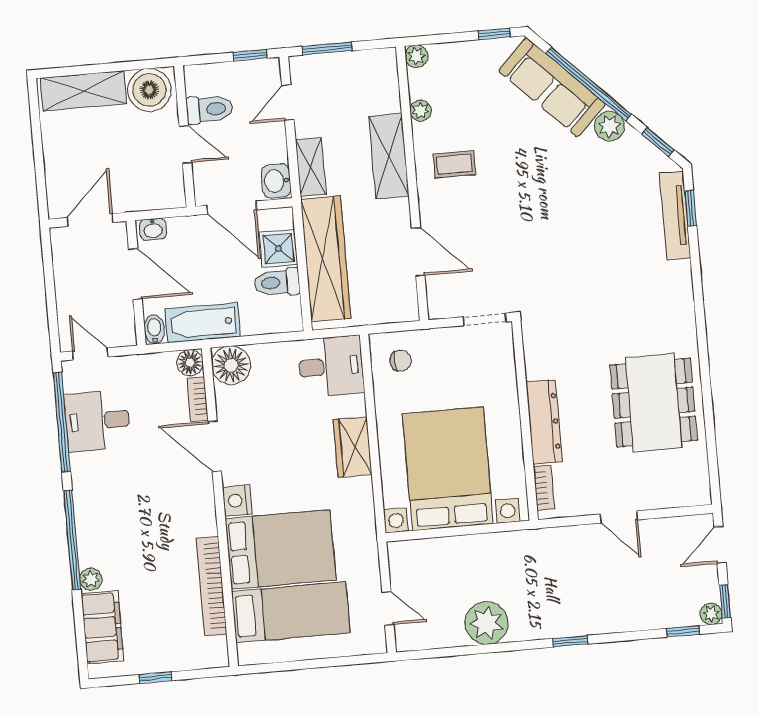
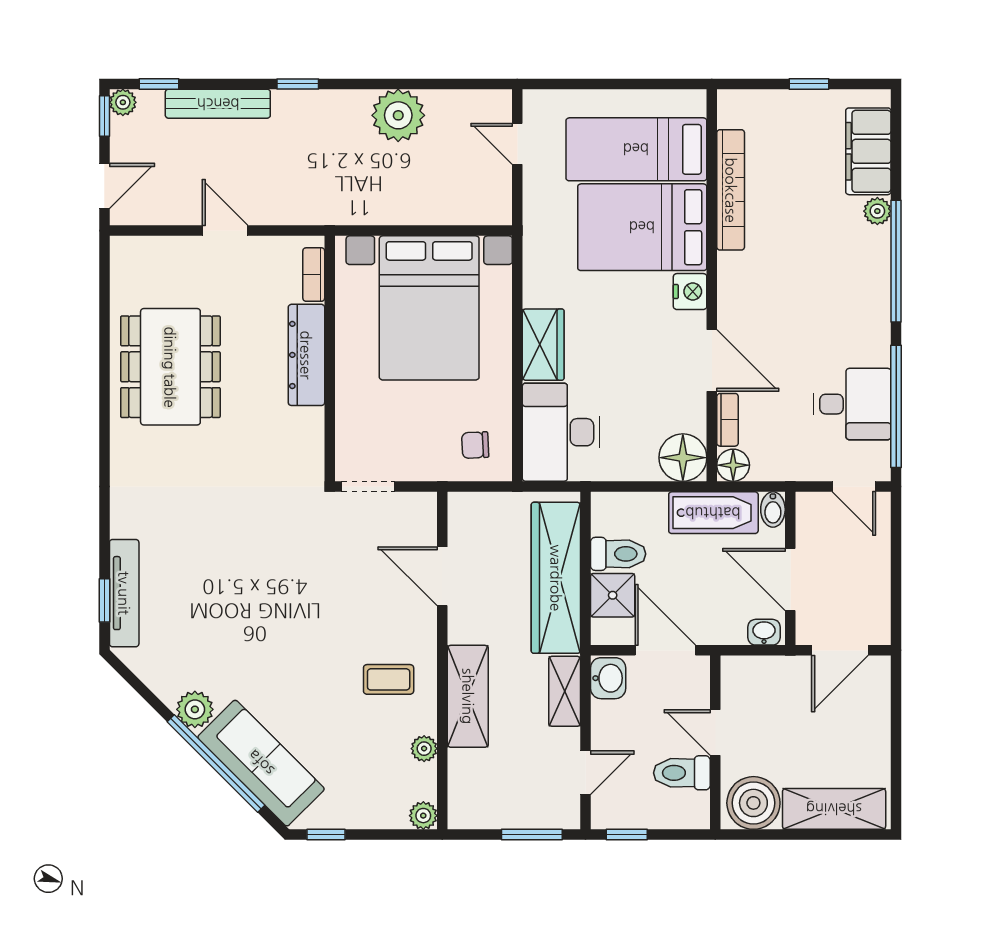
window: (658, 142) -> (137, 685), removed
desk: (331, 366) -> (561, 432), width x1.37
bench: (634, 620) -> (218, 104), added

